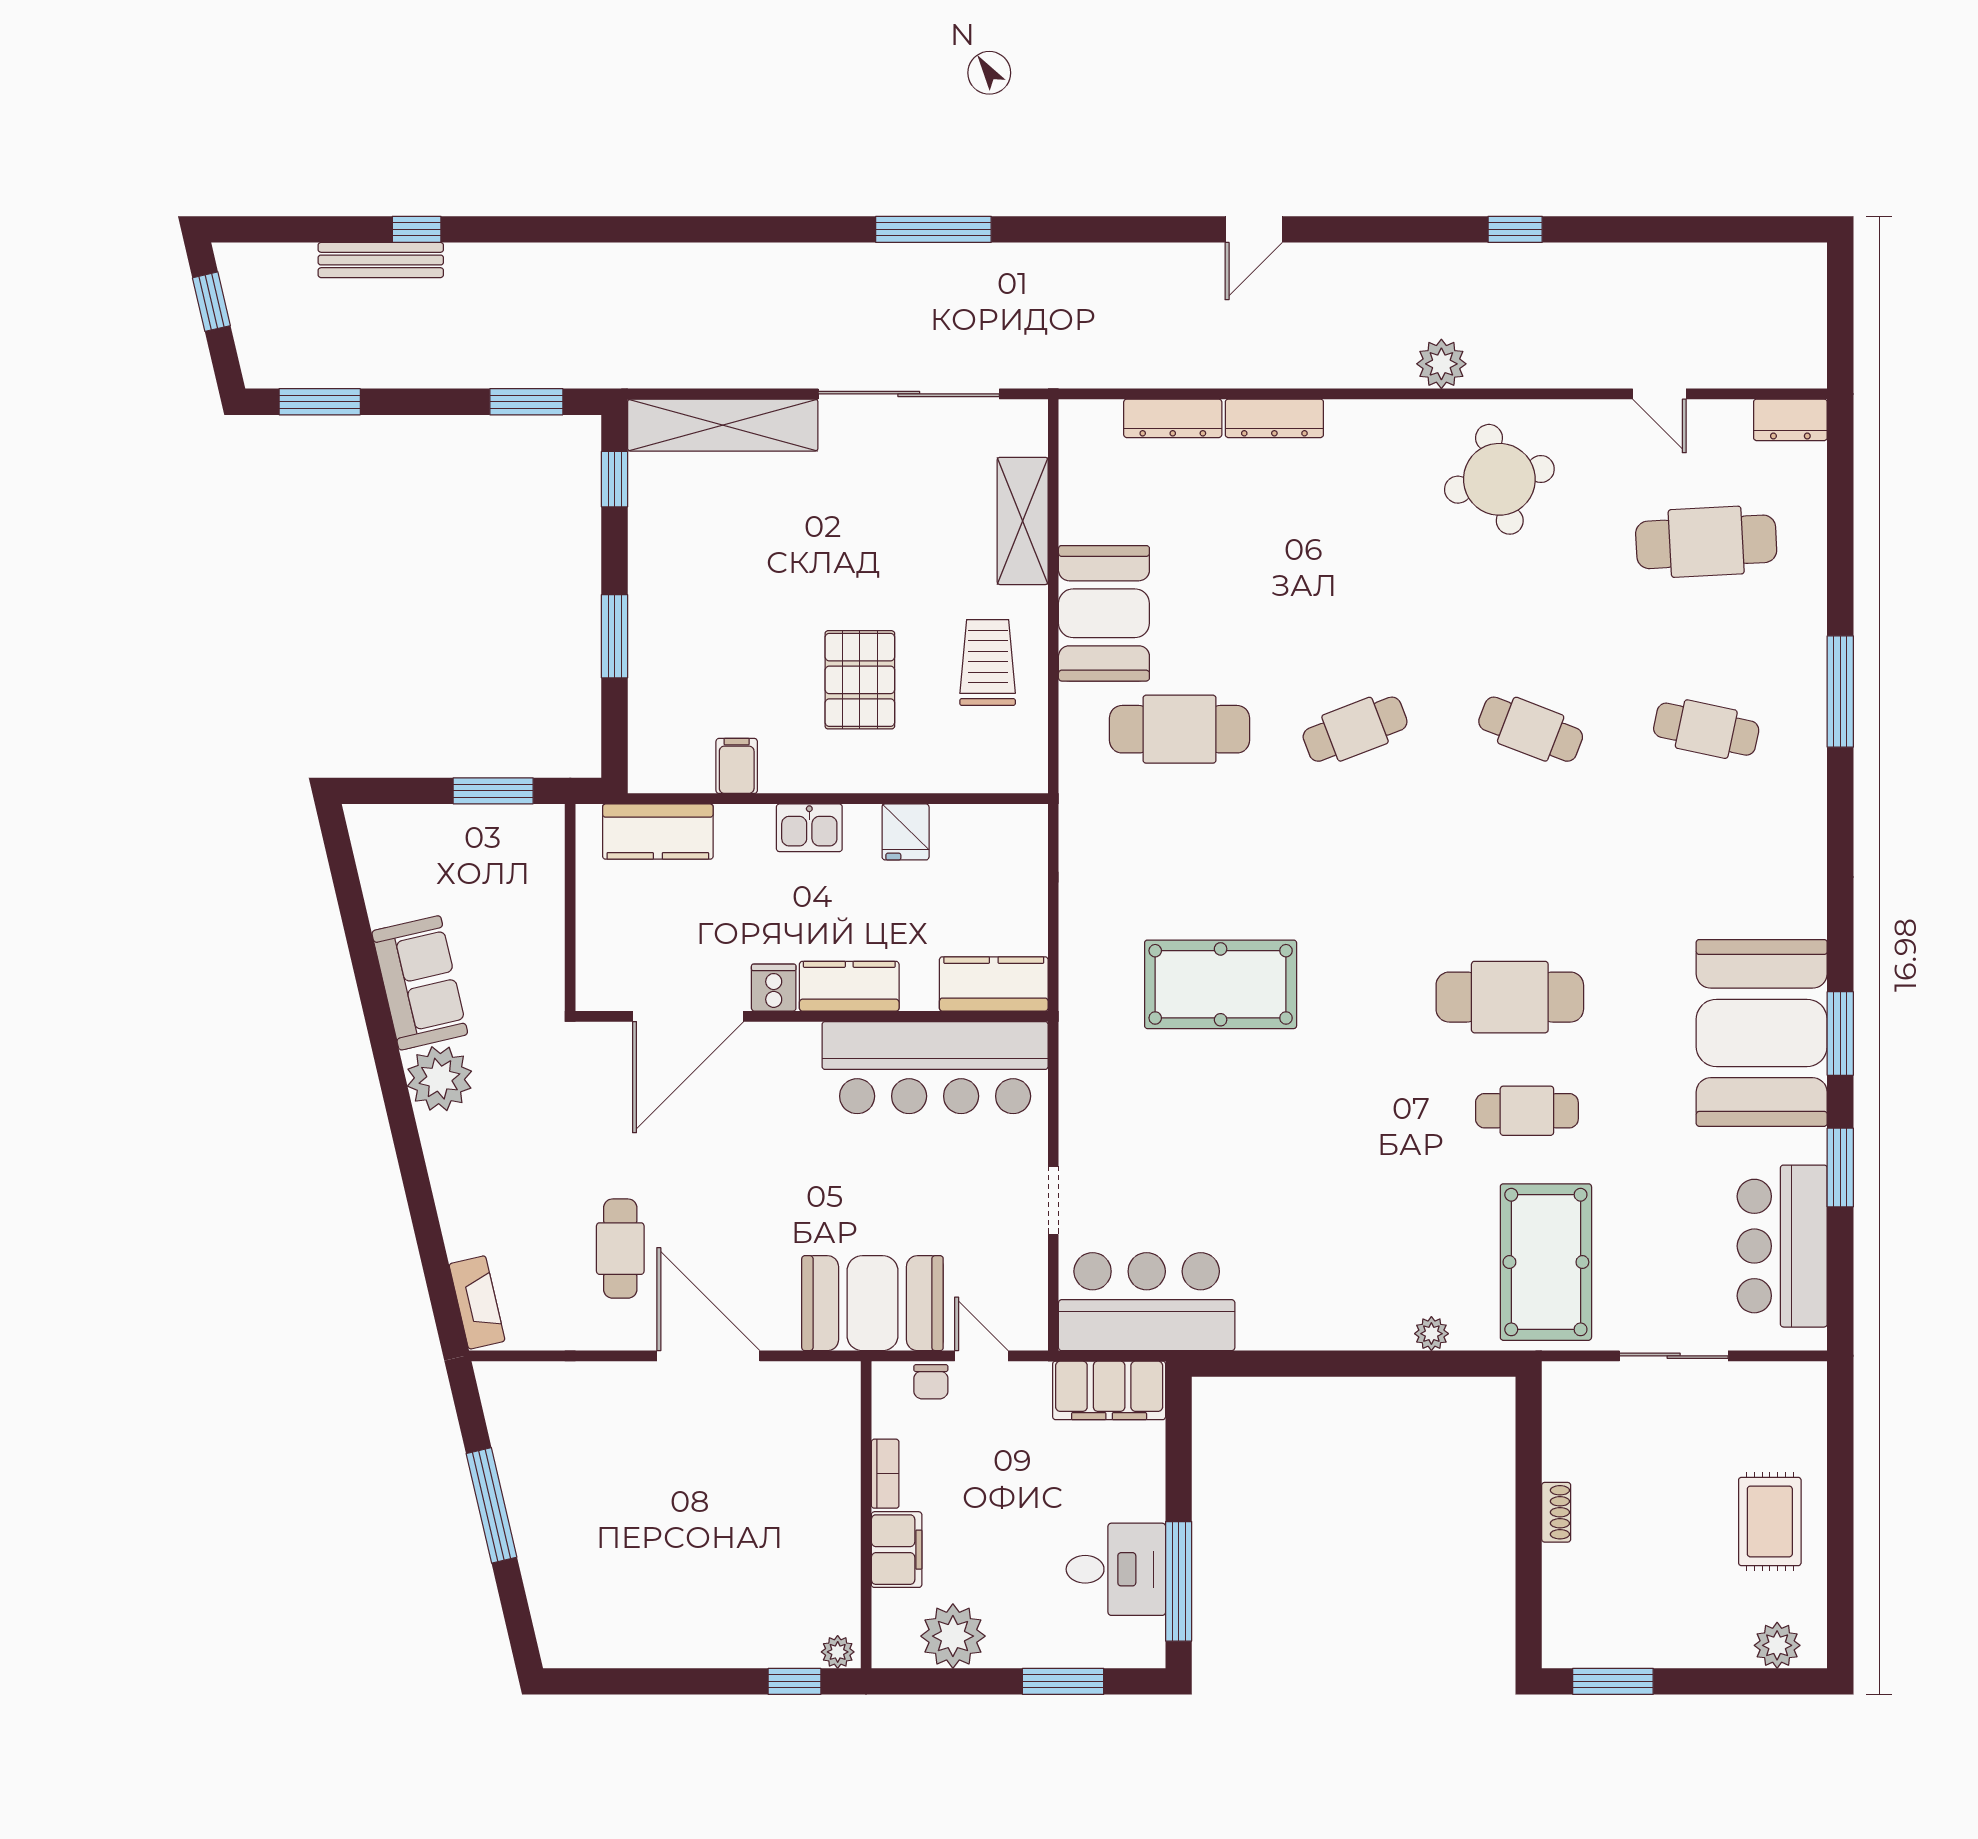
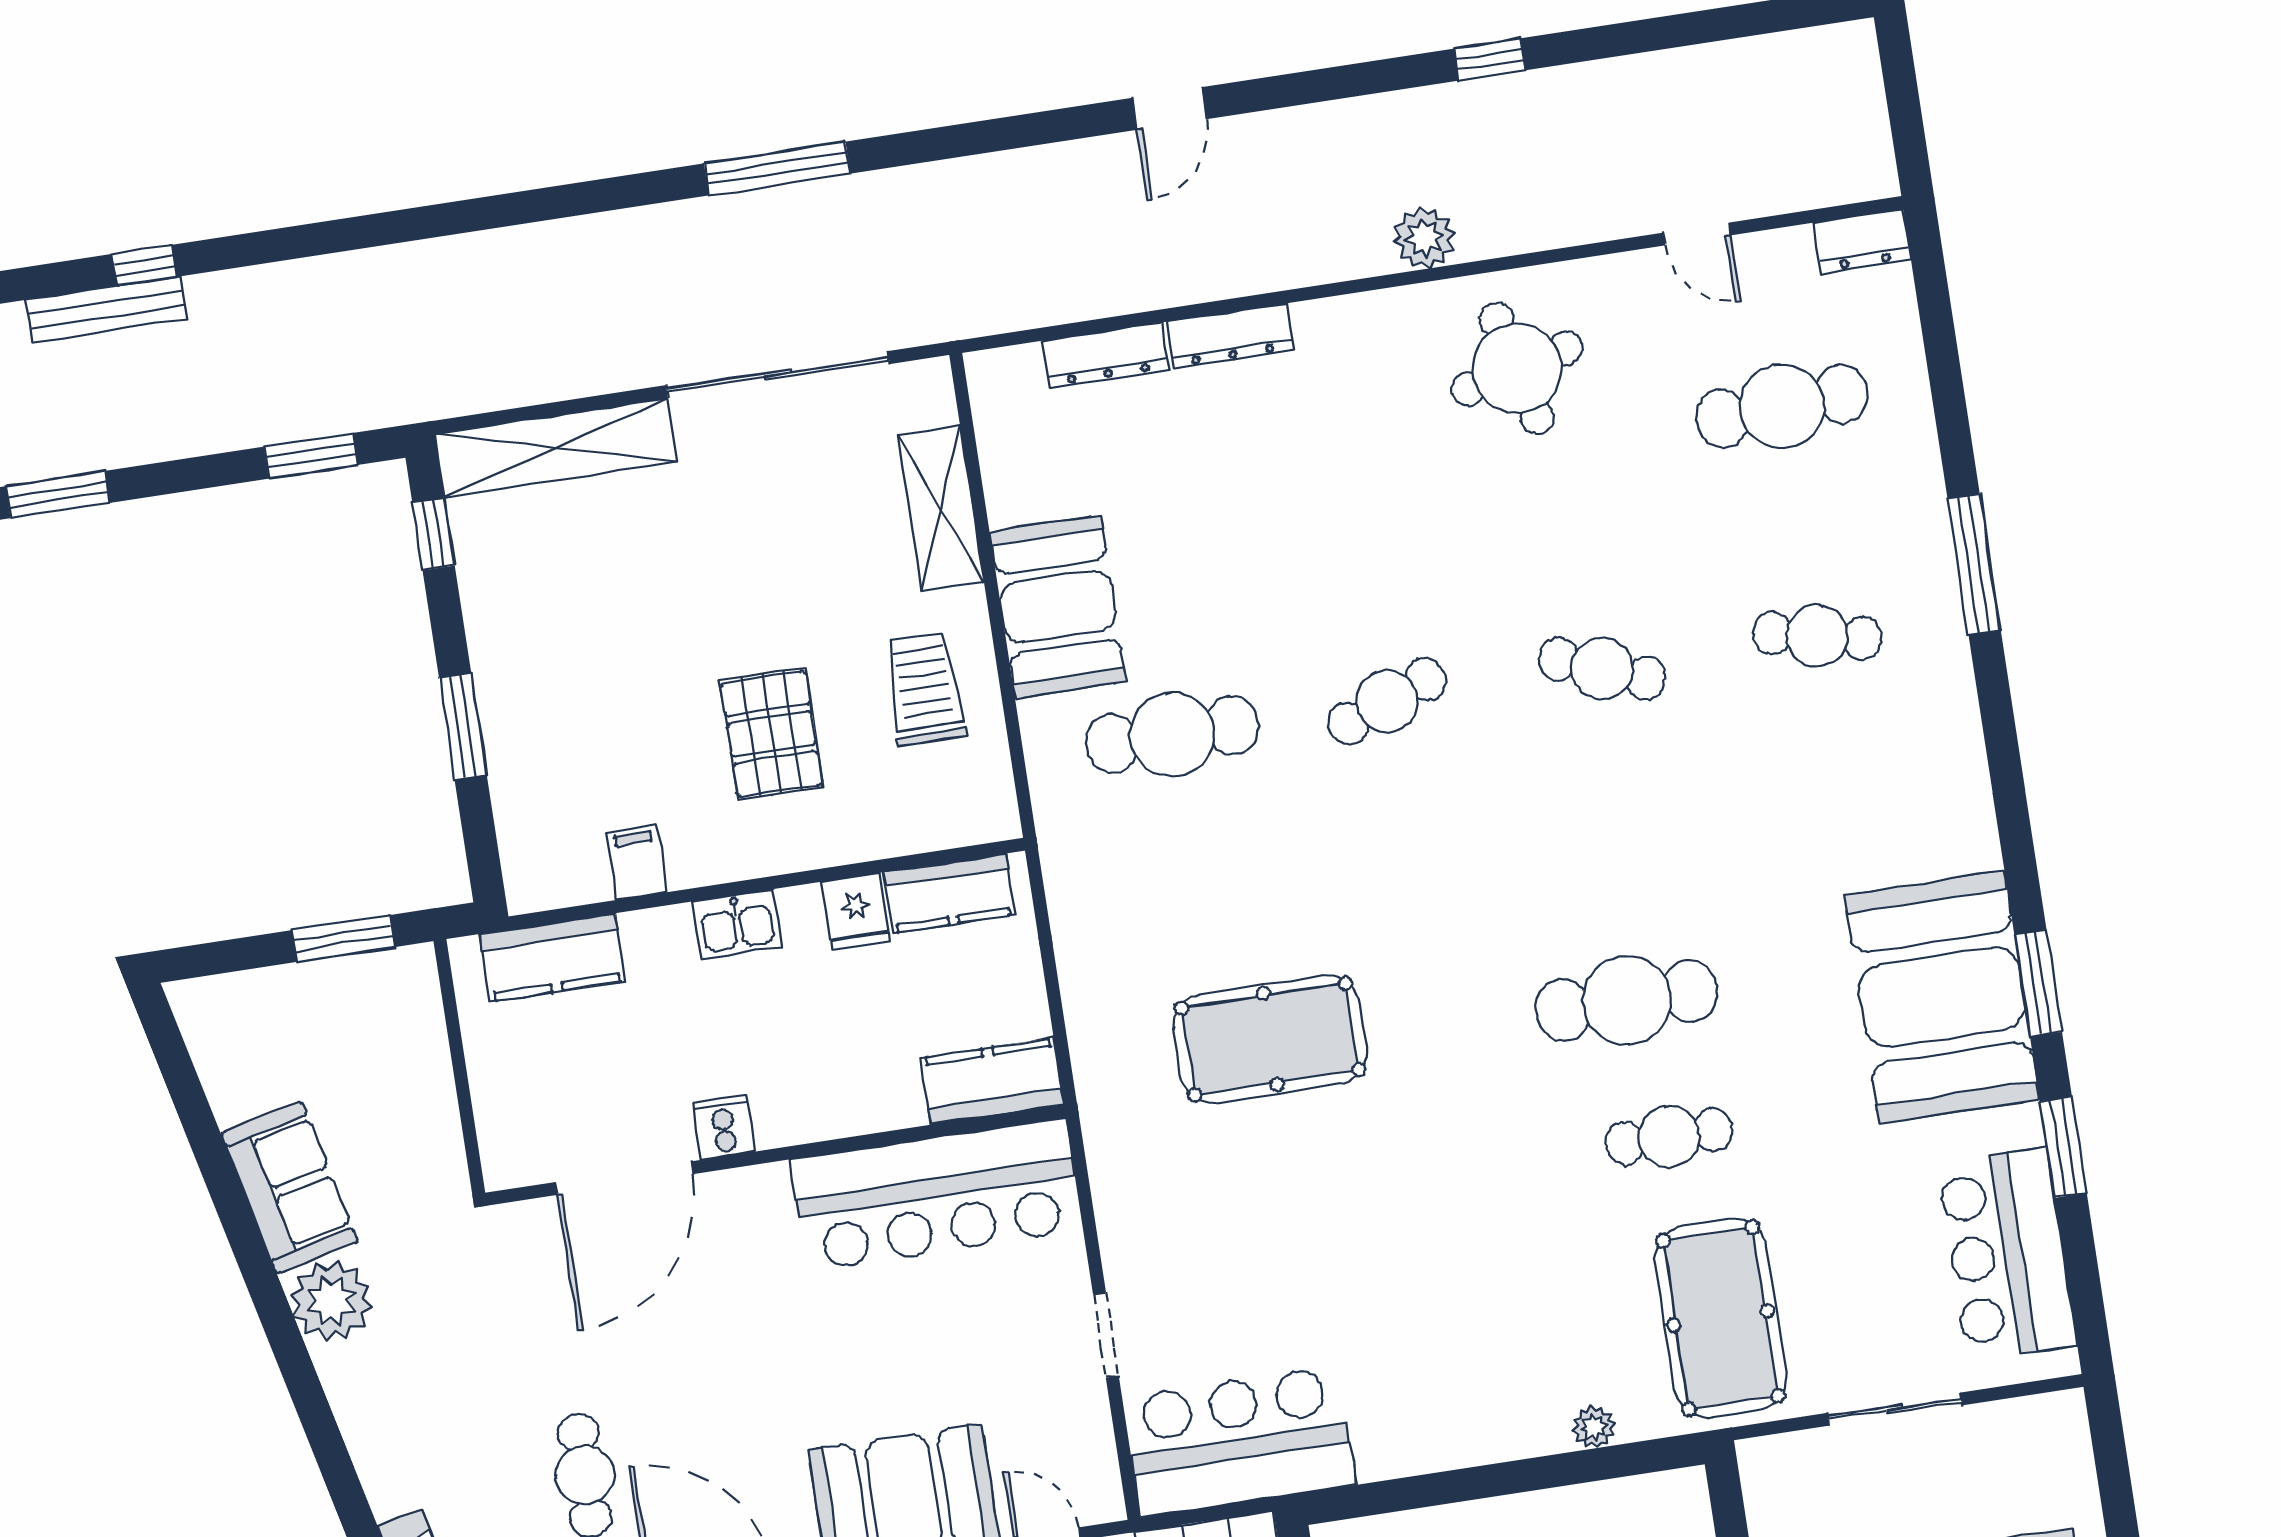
kitchen counter: (849, 986) -> (949, 893), moved, turned 180

